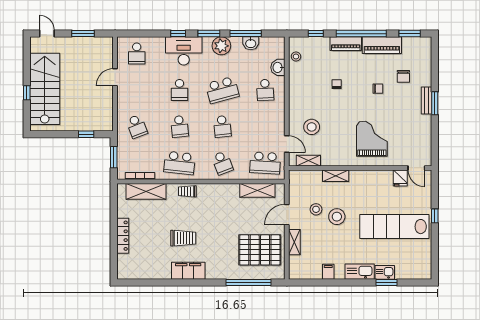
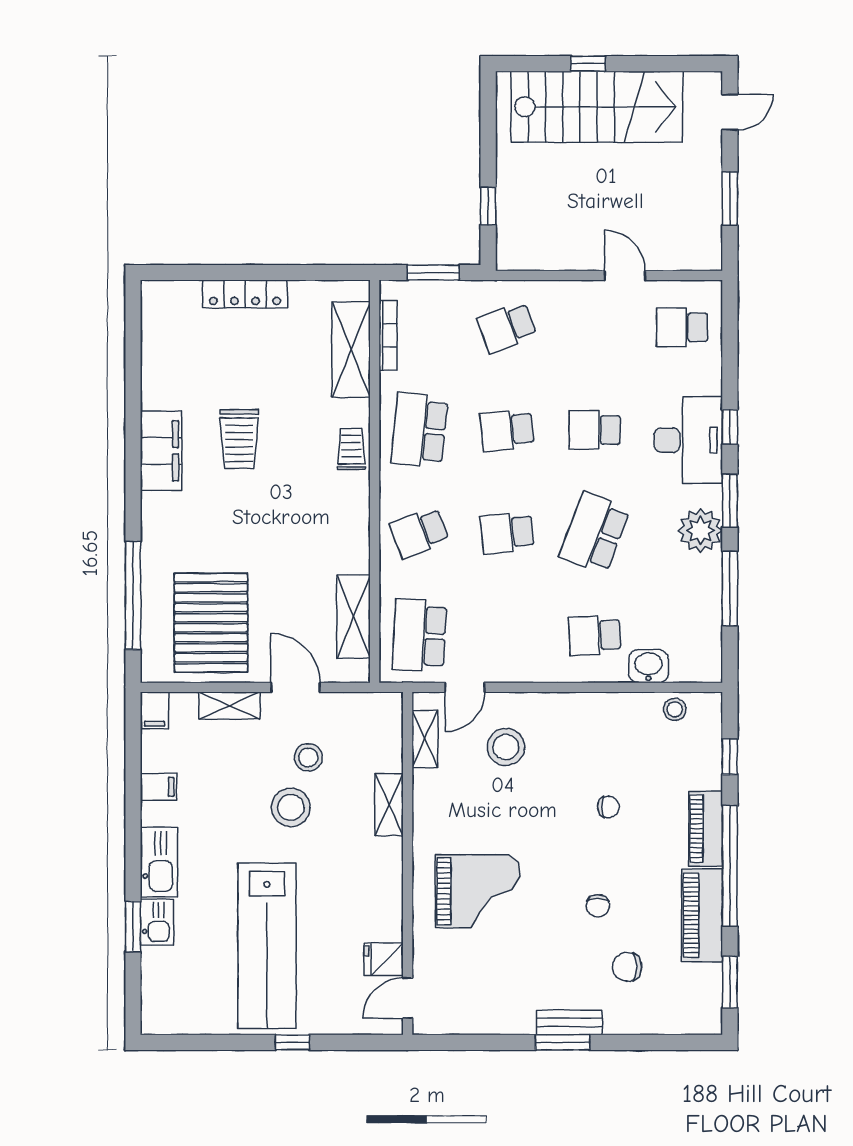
washbasin: (251, 43) -> (707, 601), removed
school desk: (222, 90) -> (595, 533), turned 36
lab bench: (394, 227) -> (267, 946), turned 180
filing cabinet: (296, 273) -> (154, 710), added

